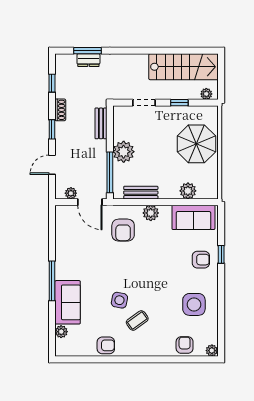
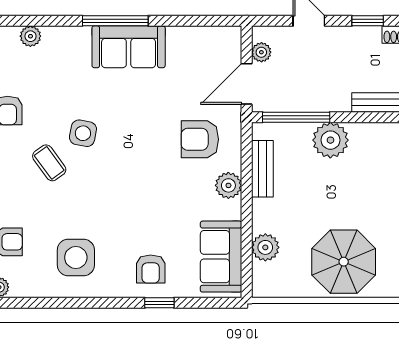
sofa: (68, 302) -> (129, 47), moved

